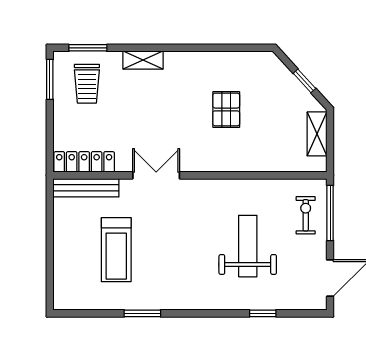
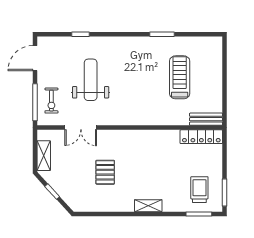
shelving: (143, 60) -> (148, 206), moved
double door: (156, 175) -> (81, 128), moved
bench: (86, 188) -> (206, 119), width x0.73
weight bench: (248, 246) -> (91, 80), turned 180

